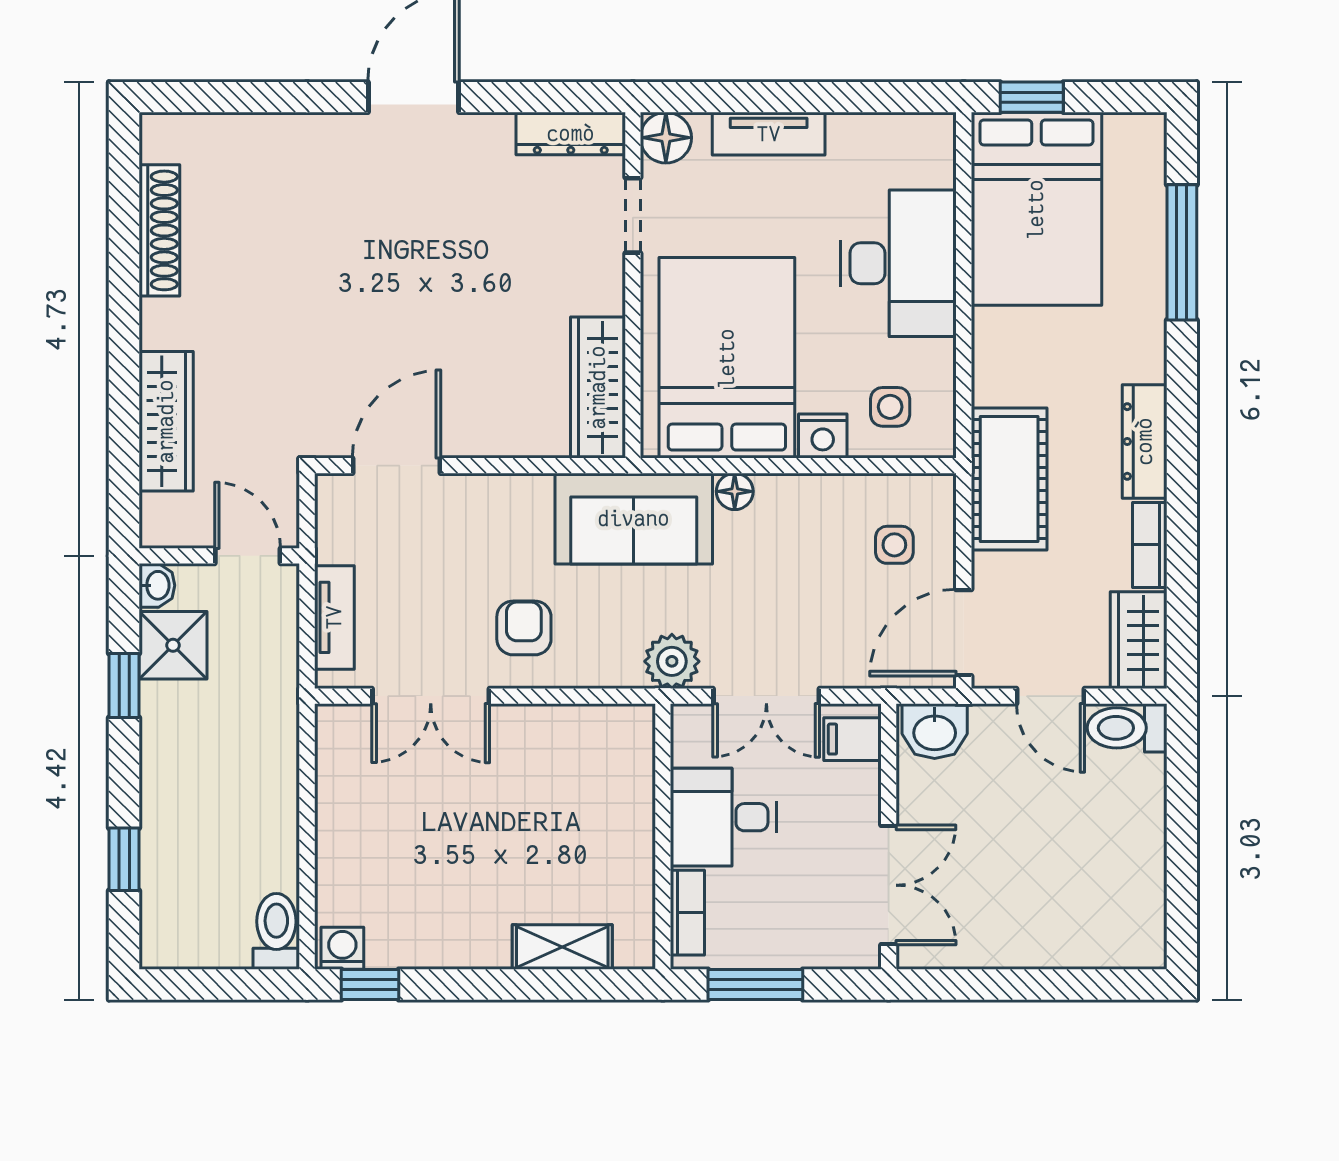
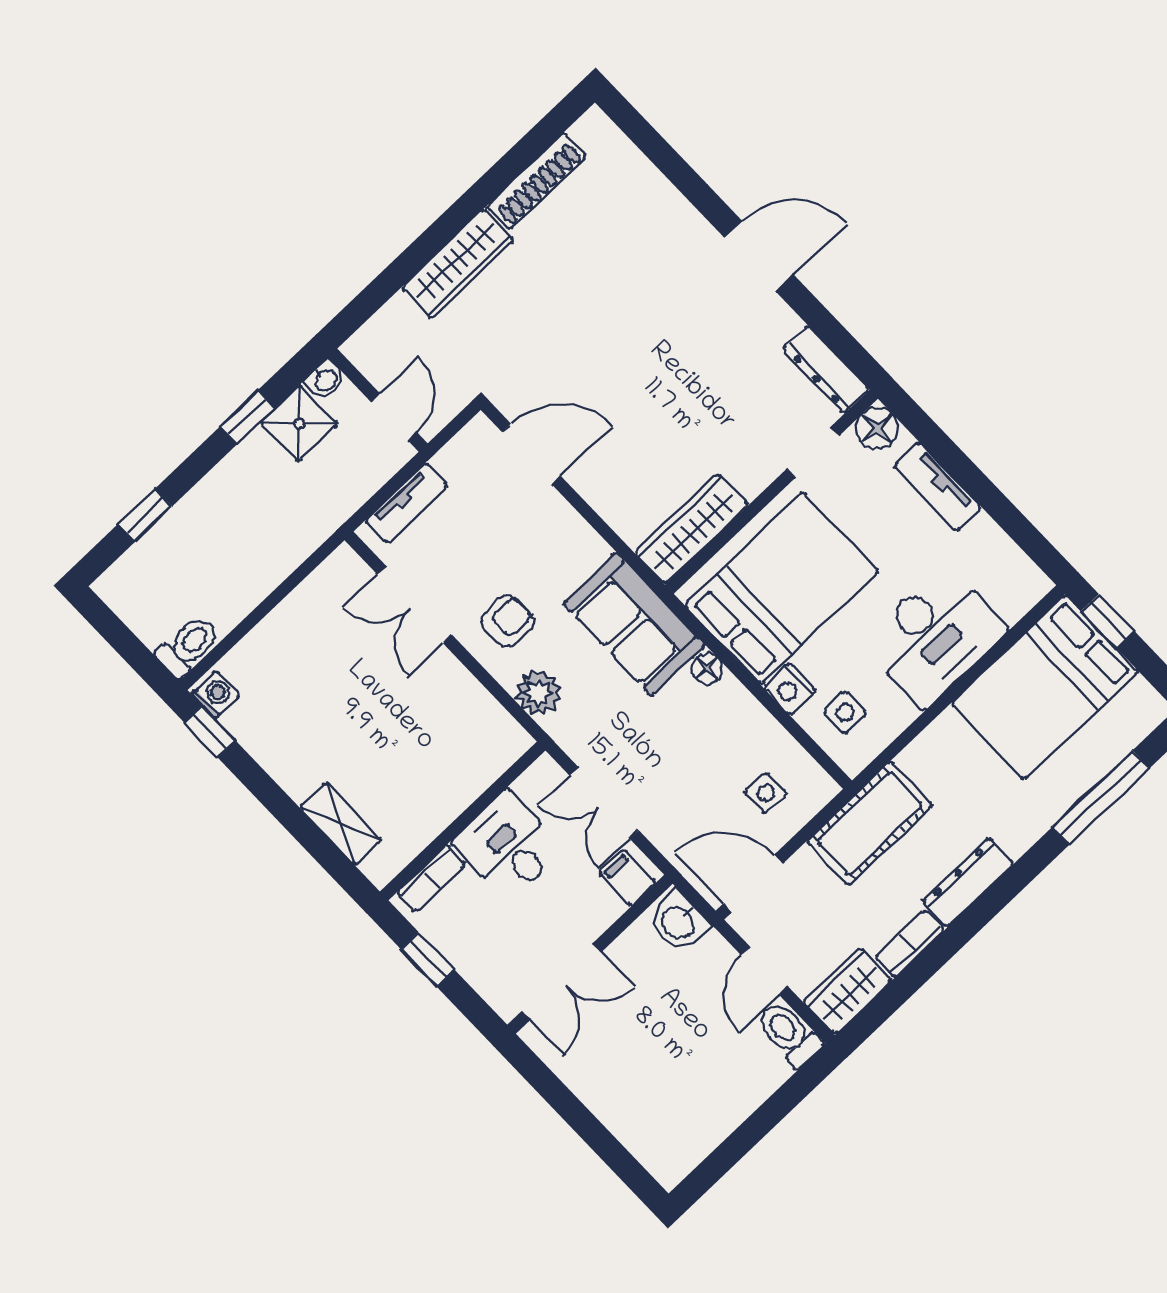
wardrobe: (166, 421) -> (458, 264), moved
plant: (672, 661) -> (538, 693), moved
window: (755, 984) -> (427, 959), width x0.67

